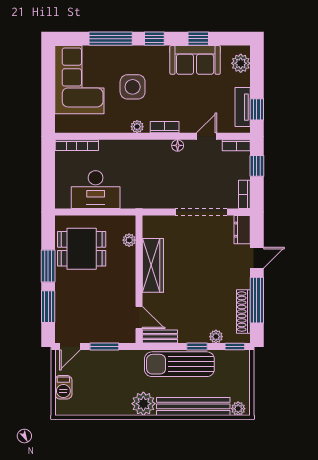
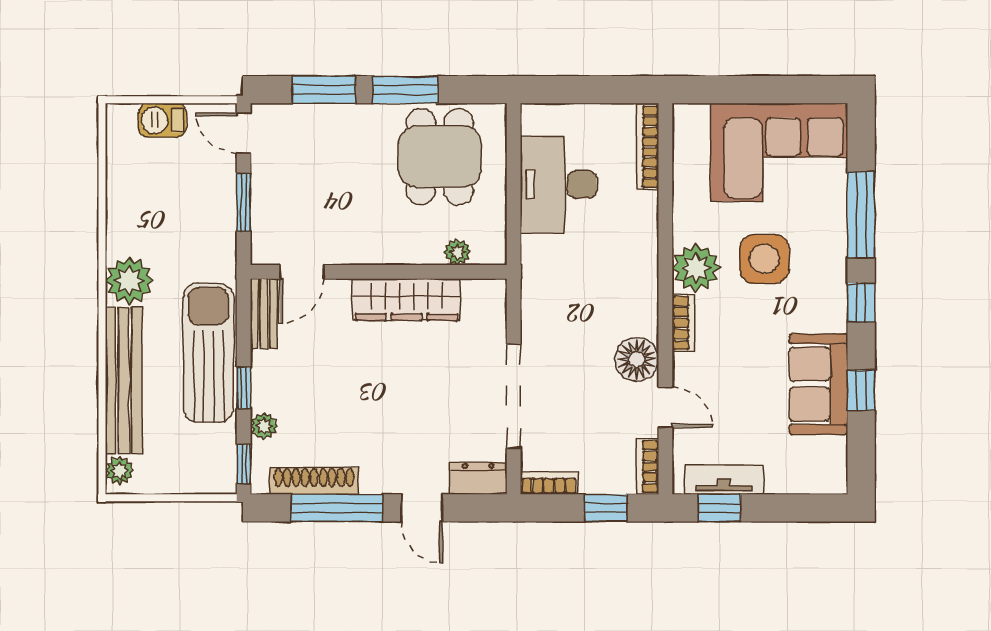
plant: (241, 63) -> (812, 476), removed
plant: (137, 127) -> (696, 268), width x1.88, depth x1.88
floor lamp: (178, 145) -> (637, 359), width x1.89, depth x1.89

